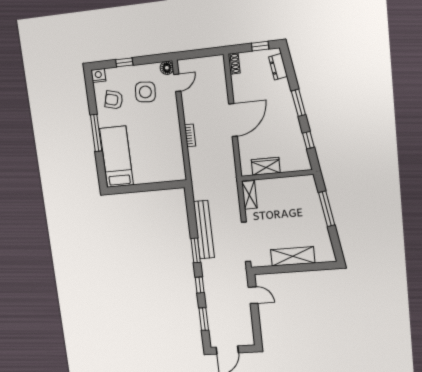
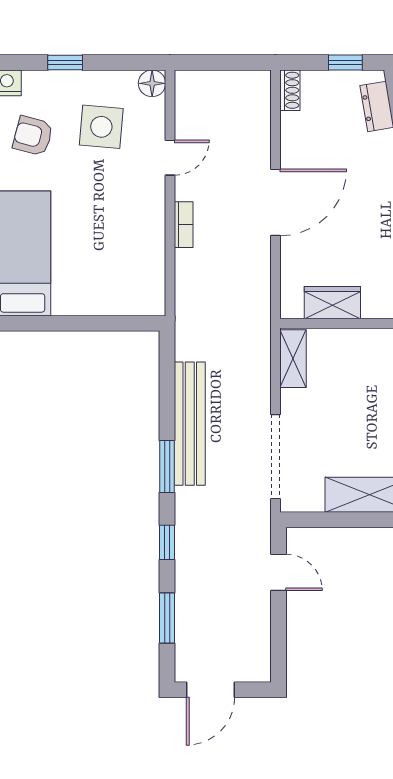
door: (177, 83) -> (170, 158), moved

